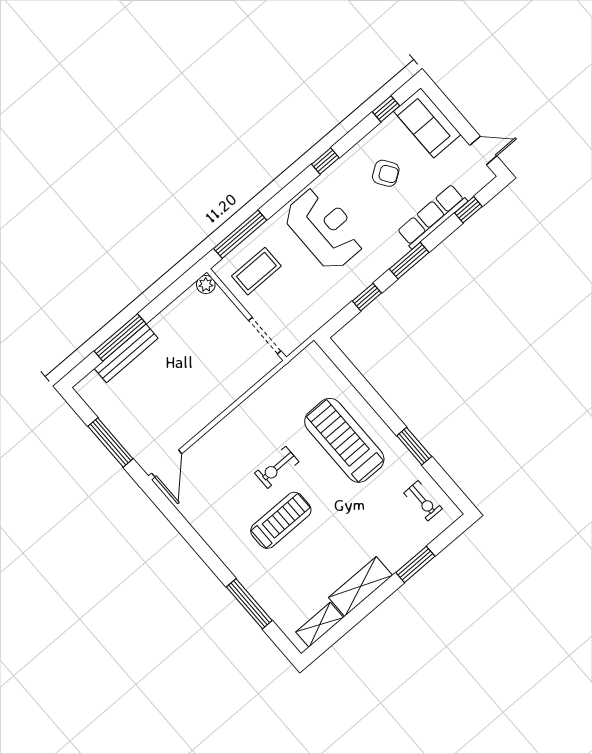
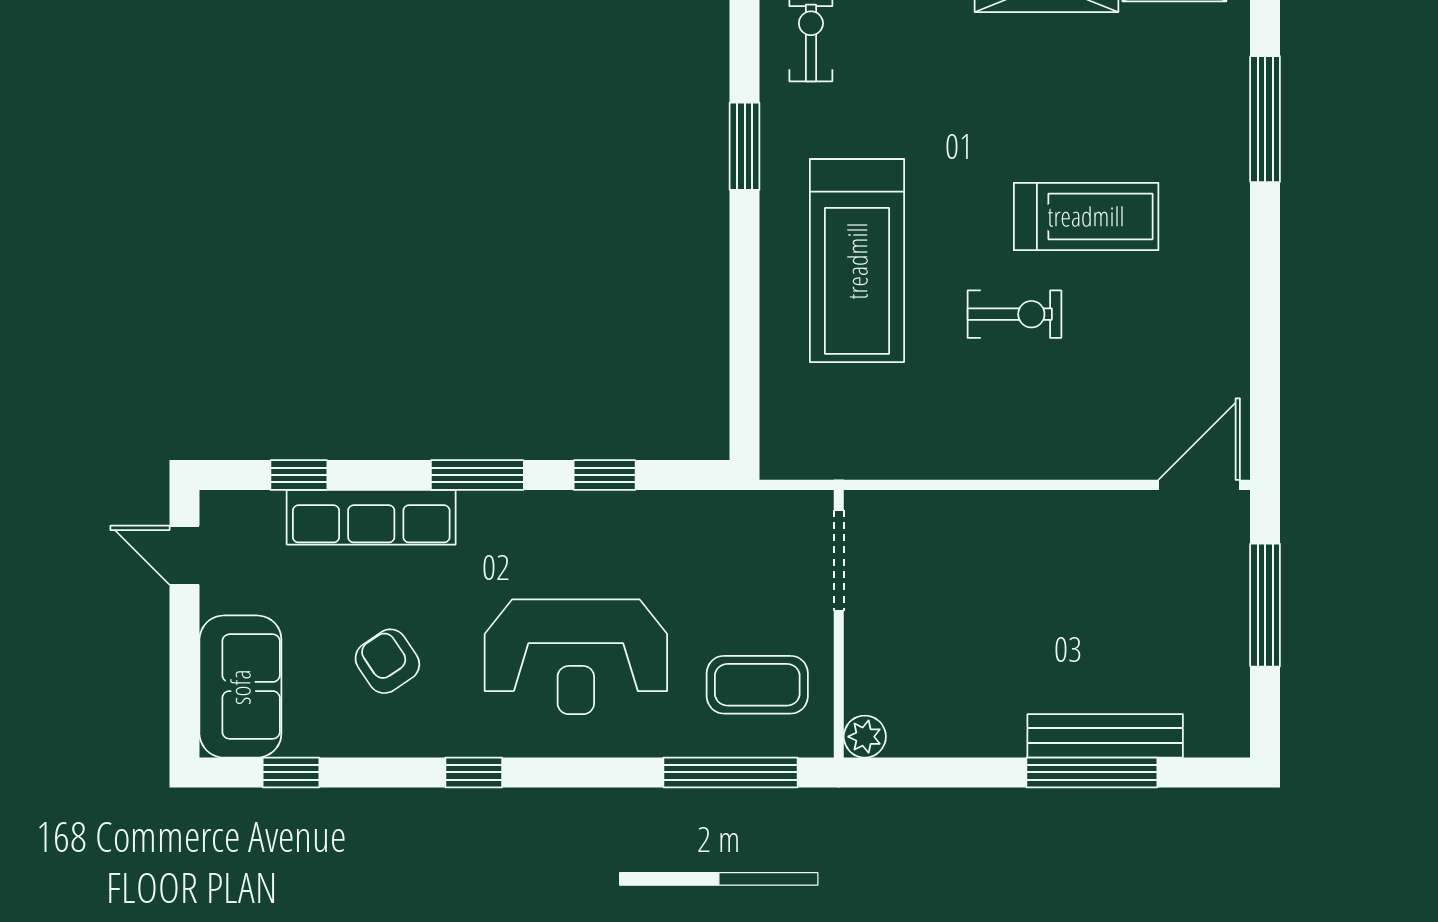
reception desk: (324, 229) -> (576, 657), turned -90
treadmill: (281, 520) -> (1086, 216), turned 180

